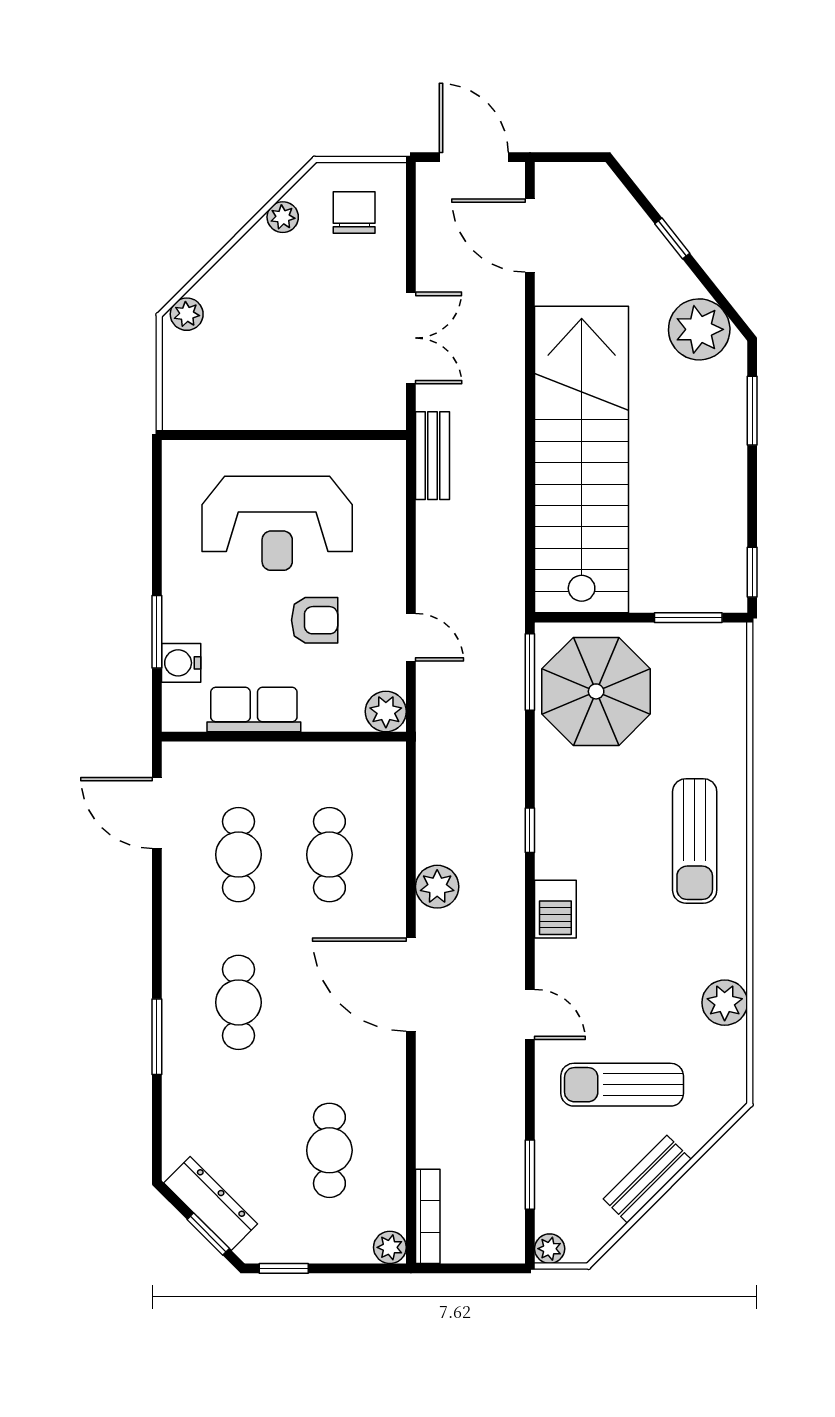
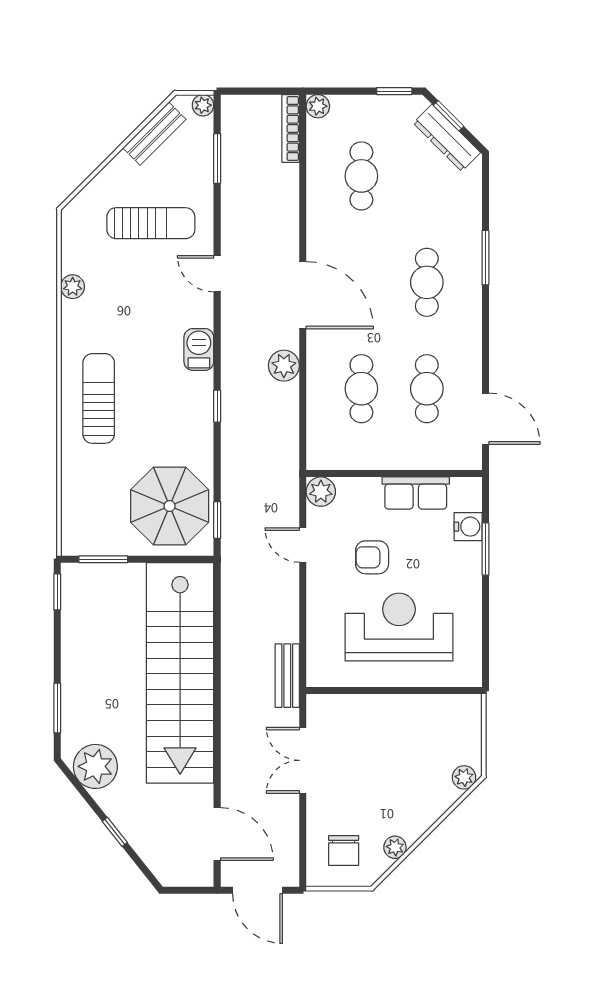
window: (530, 672) -> (217, 520), width x0.67
plant: (725, 1003) -> (73, 287), width x0.73, depth x0.73
bench: (647, 1179) -> (154, 134), moved

